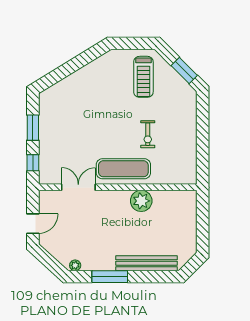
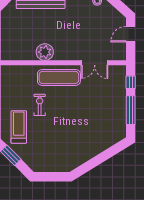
treadmill: (143, 77) -> (19, 127), moved
window: (33, 128) -> (131, 110), width x1.44

